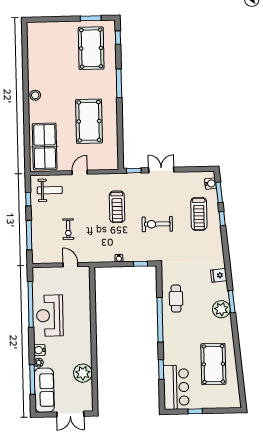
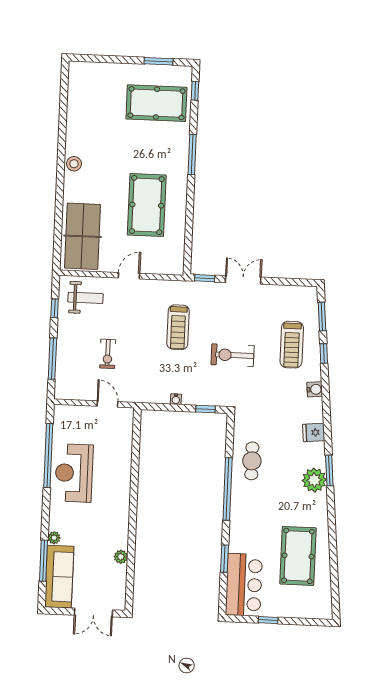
pool table: (91, 48) -> (156, 103), turned 90
water cooler: (210, 184) -> (315, 389), moved
water cooler: (39, 350) -> (56, 520), removed
plant: (83, 373) -> (121, 557), width x0.53, depth x0.53

